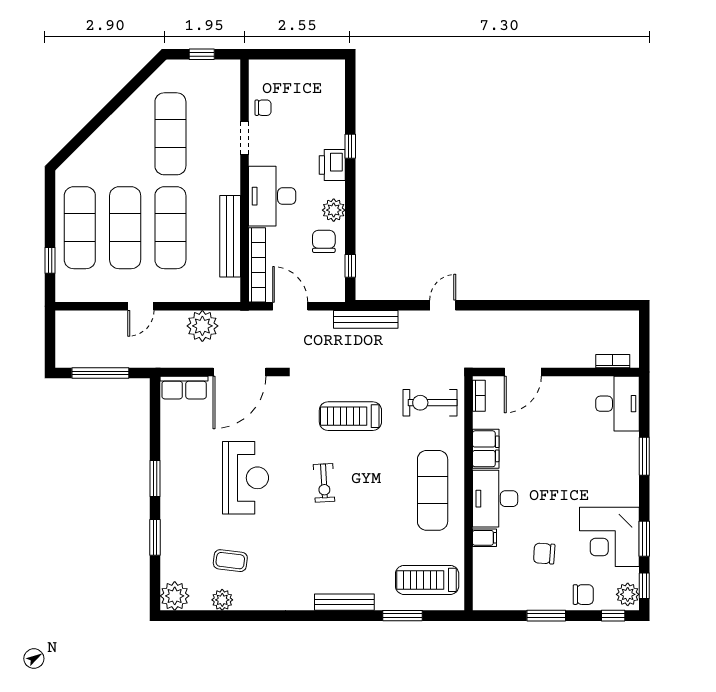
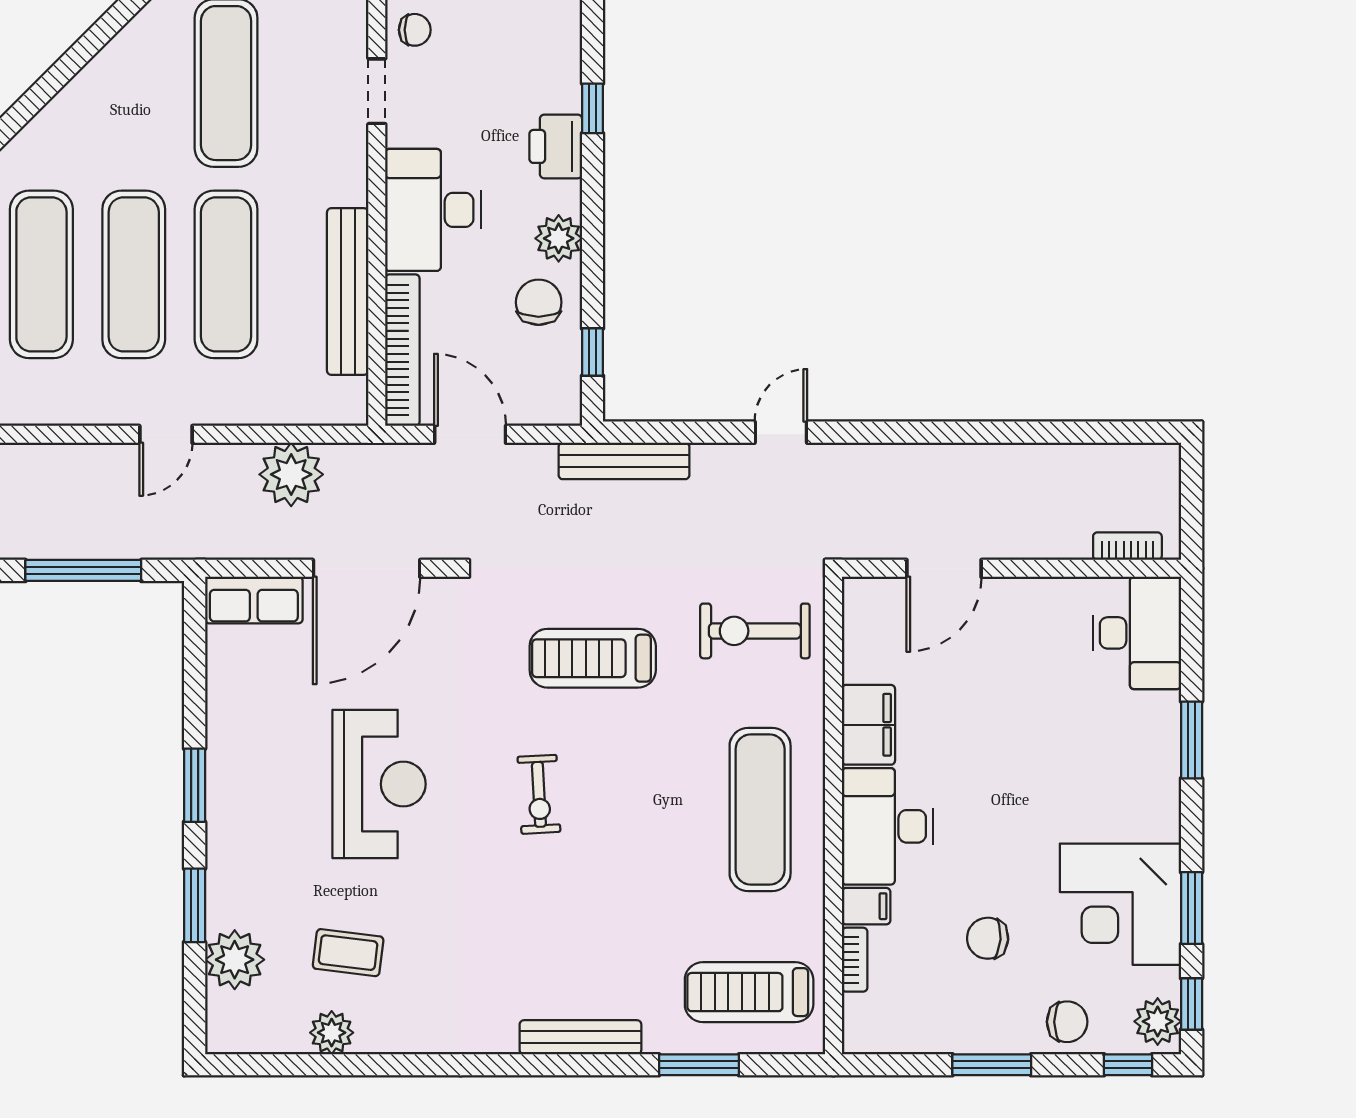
bookcase: (479, 396) -> (855, 960), moved
plant: (175, 596) -> (235, 960), moved

